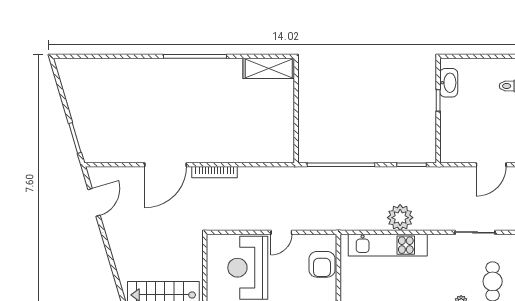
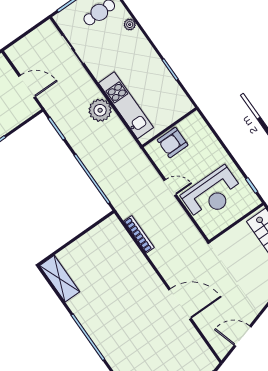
door: (491, 165) -> (27, 86), moved
bookcase: (215, 172) -> (139, 234), moved
armchair: (322, 264) -> (173, 143), turned 180

